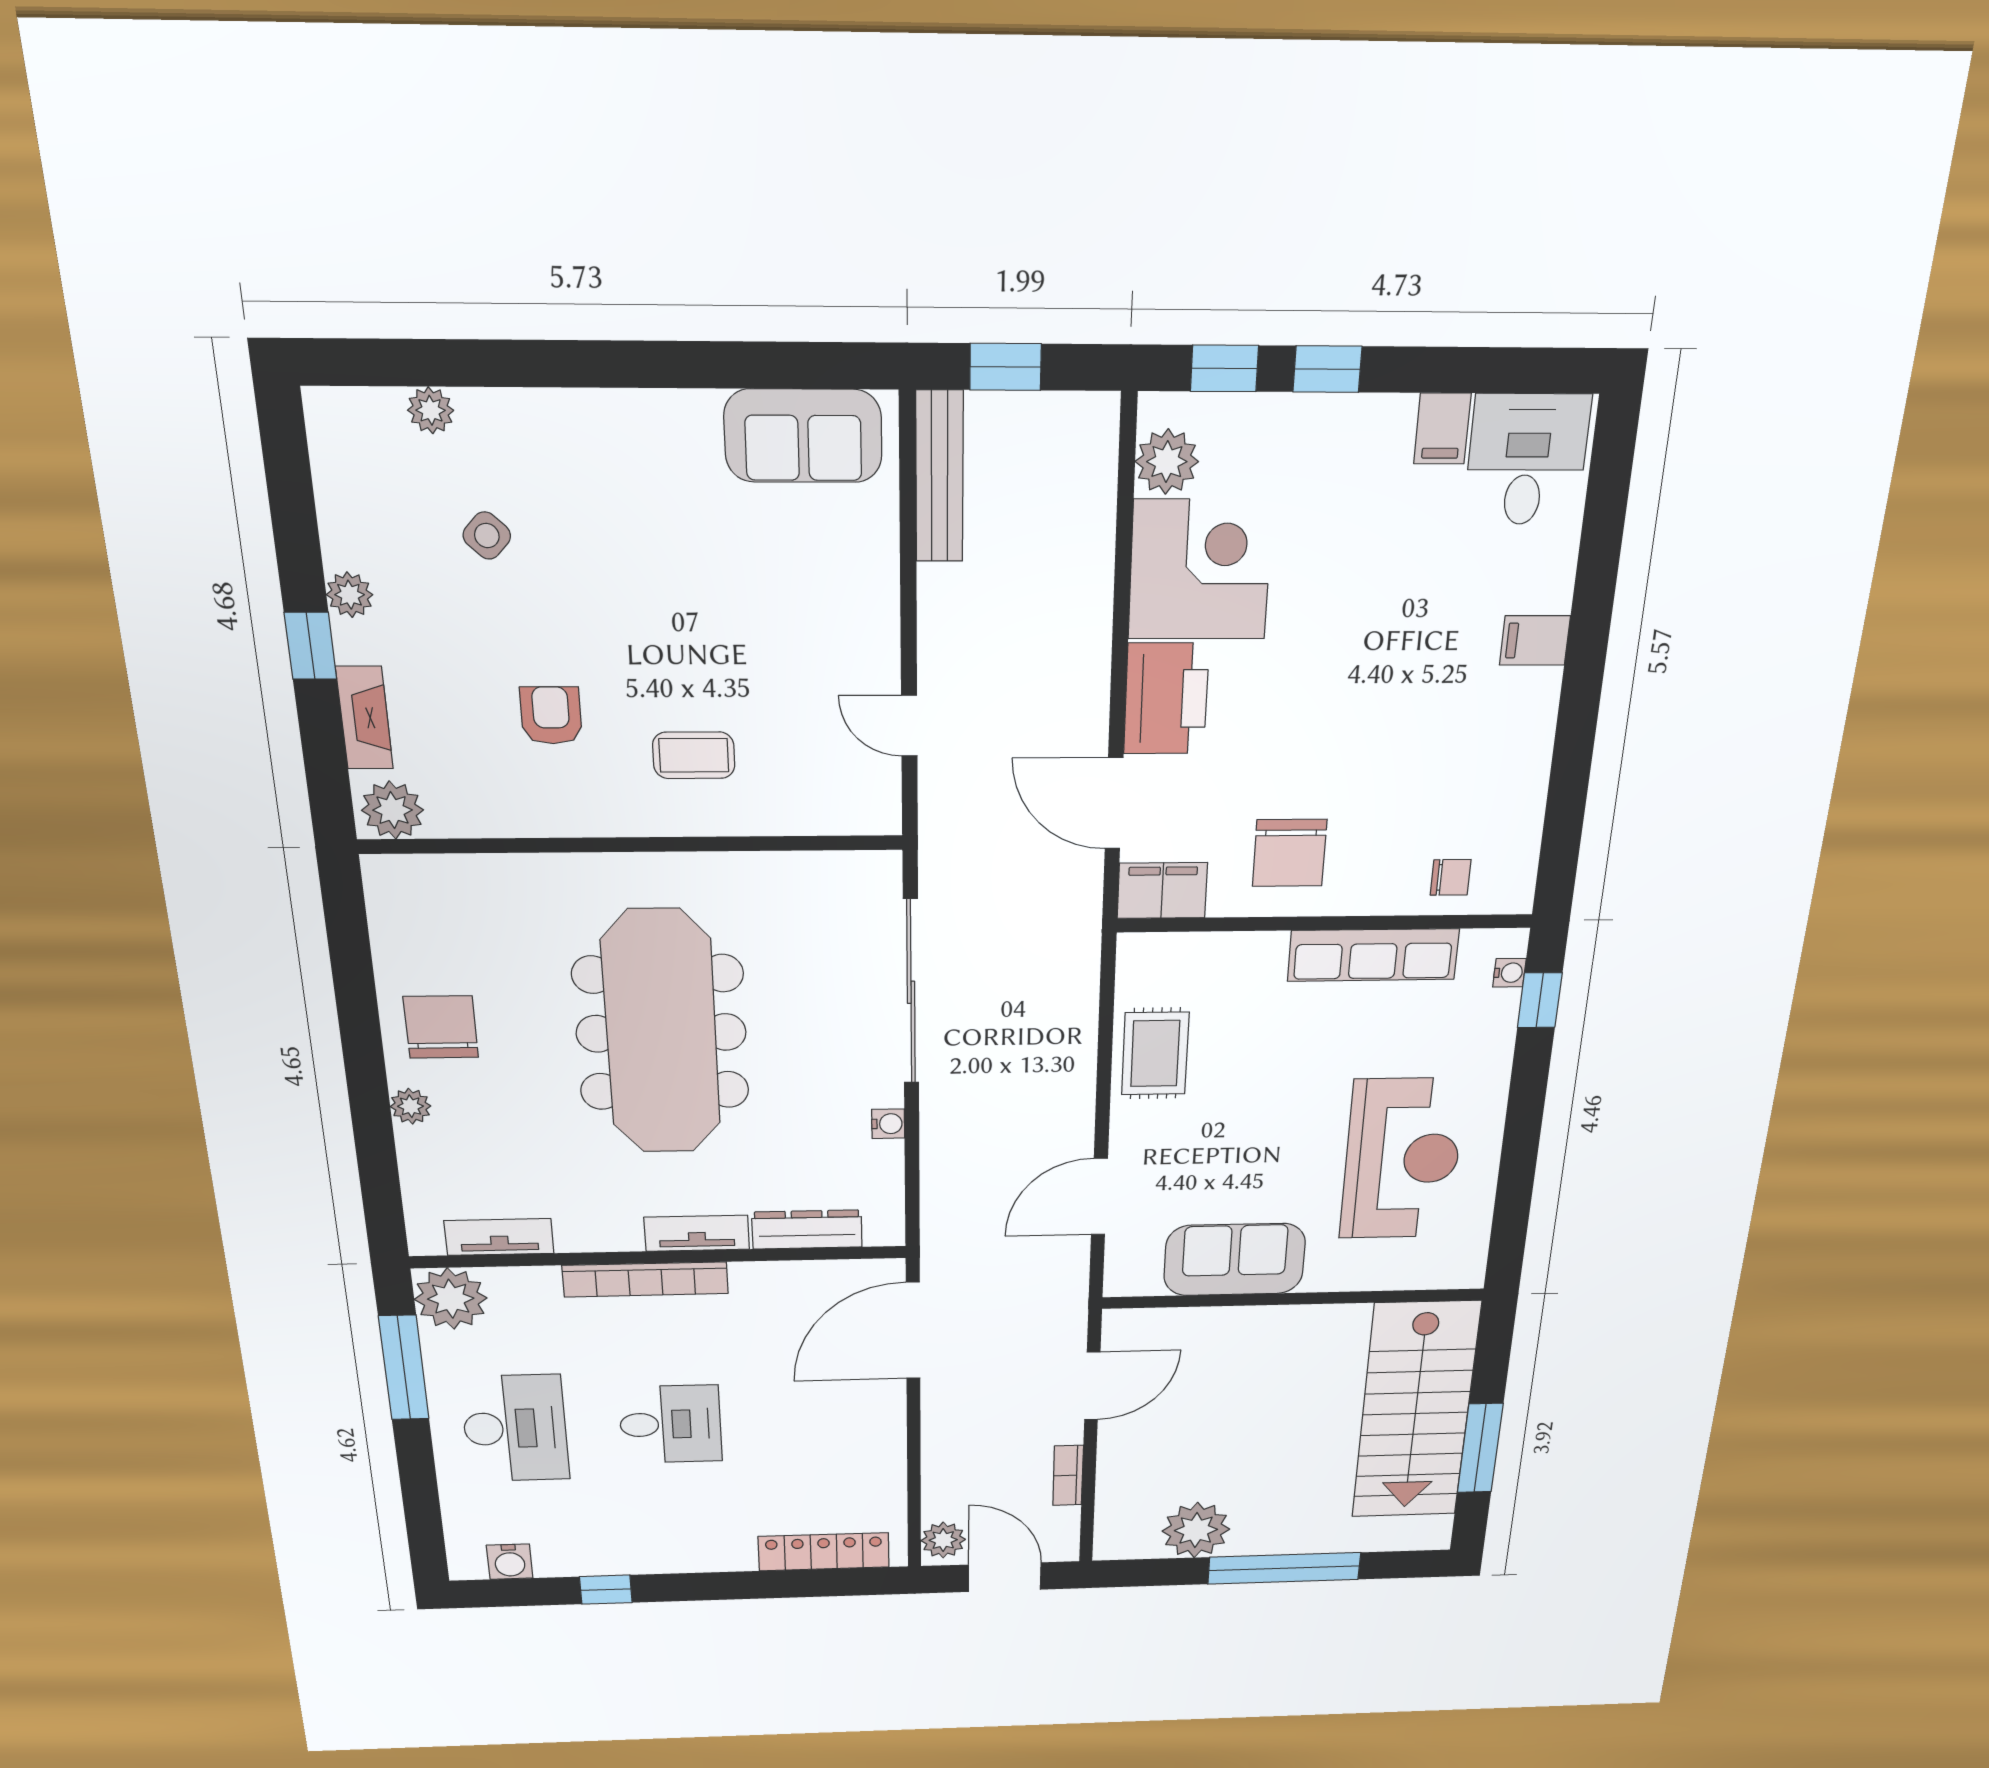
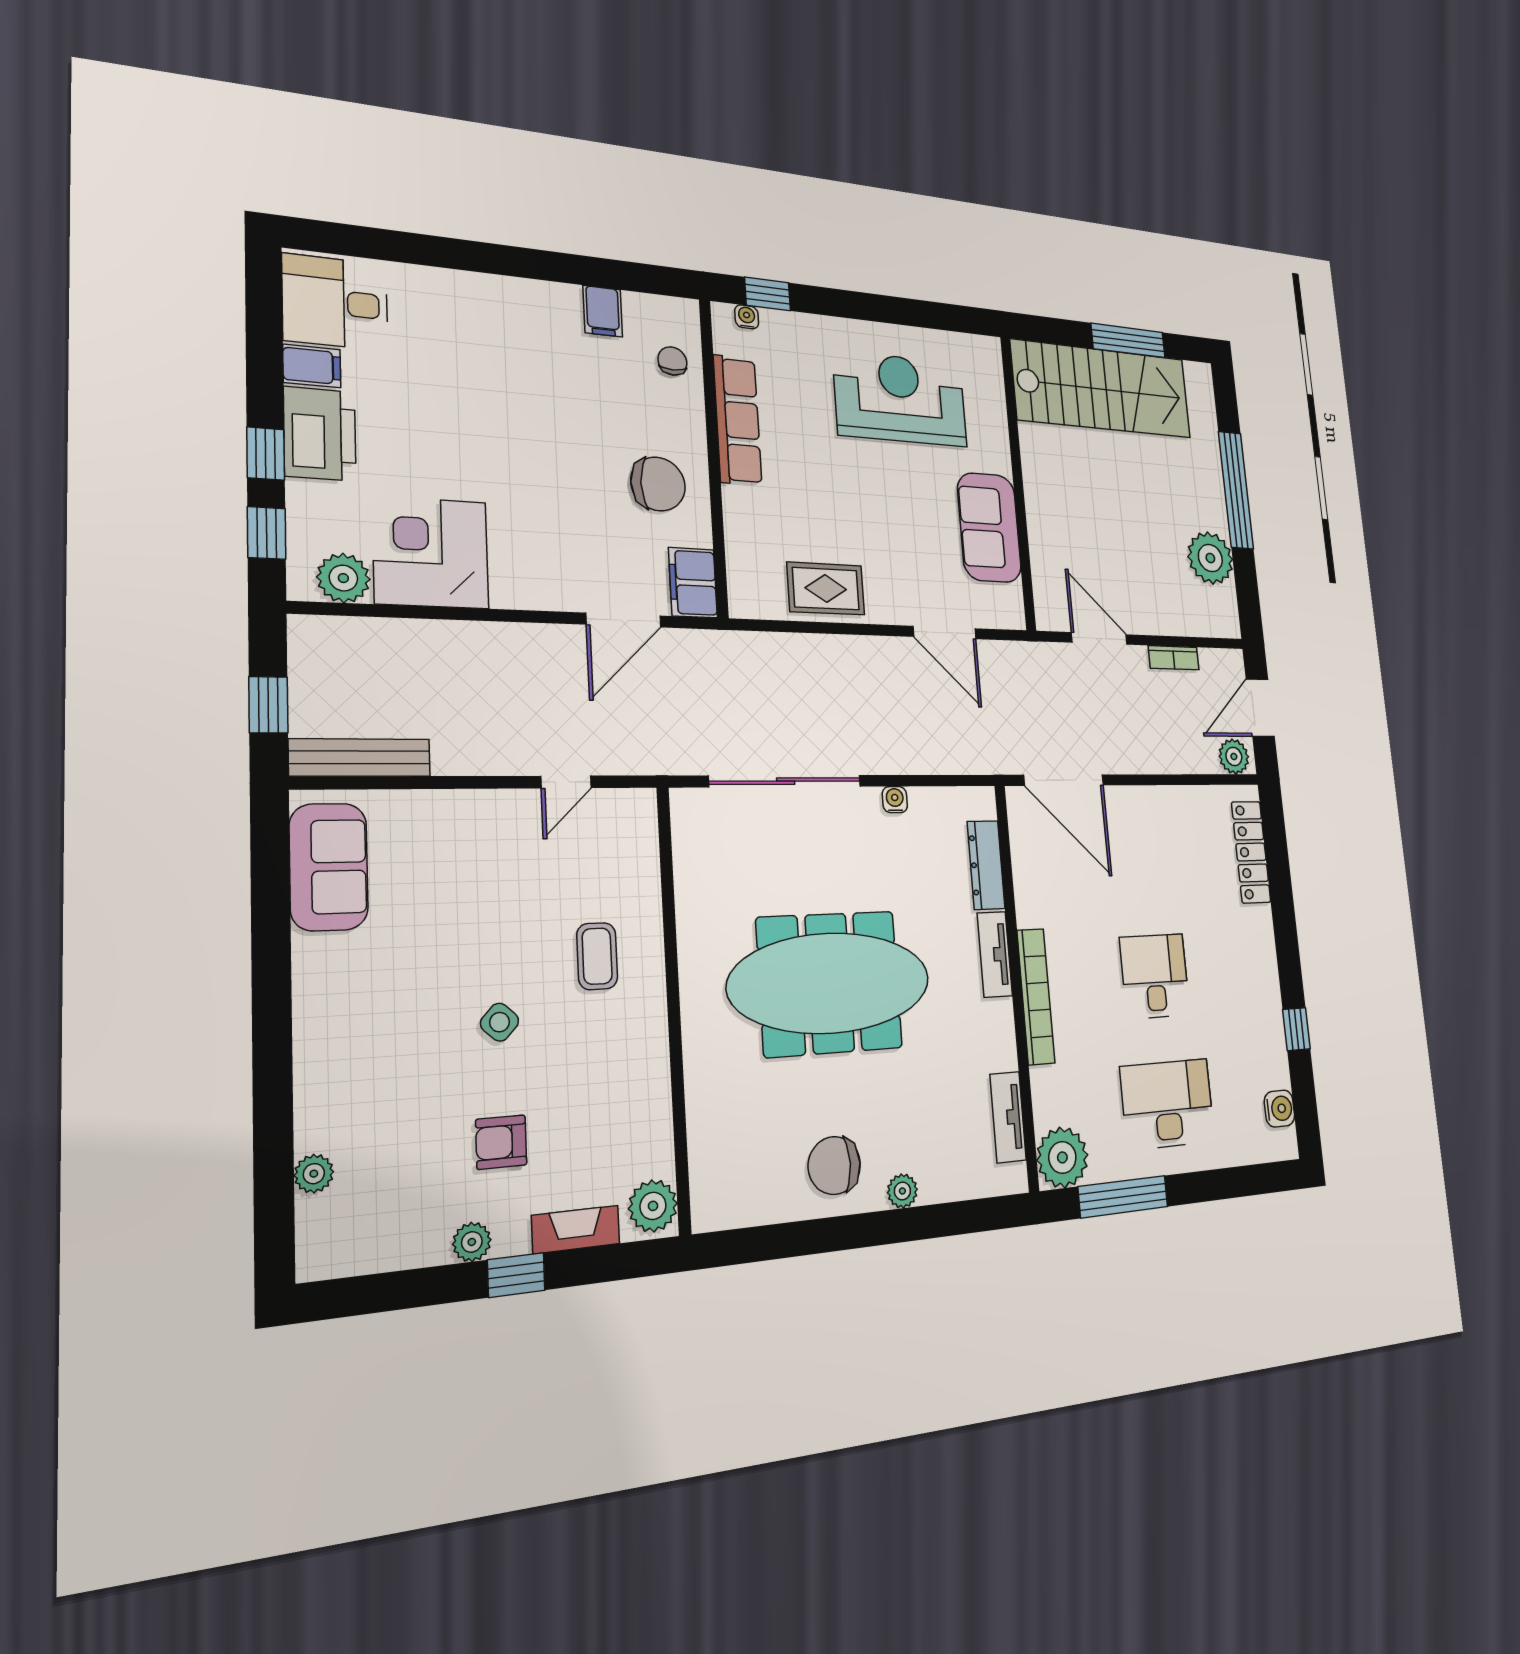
side table: (487, 536) -> (500, 1022), moved
filing cabinet: (1535, 640) -> (603, 311), moved
printer: (1166, 699) -> (320, 434), moved, turned 90
armchair: (551, 715) -> (501, 1142), moved

